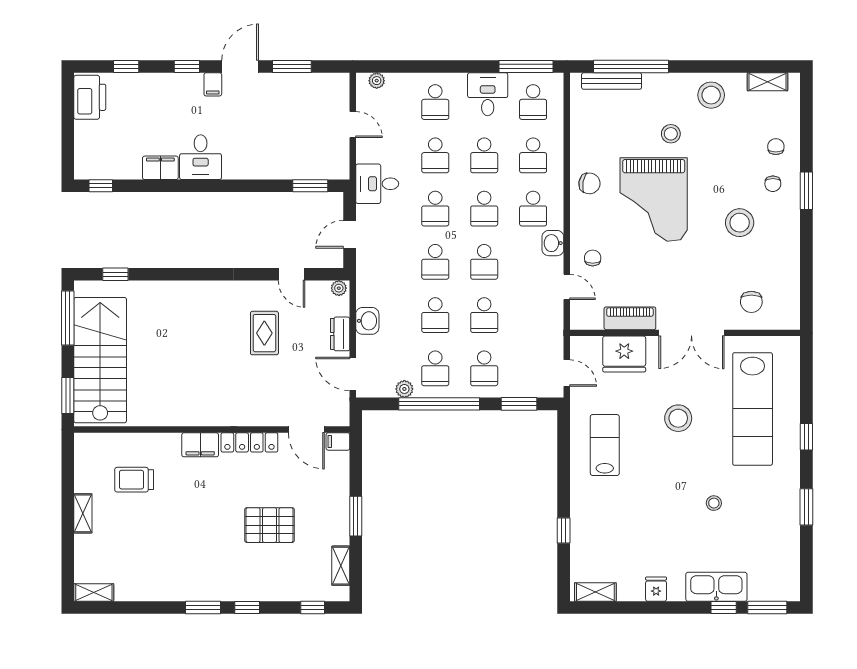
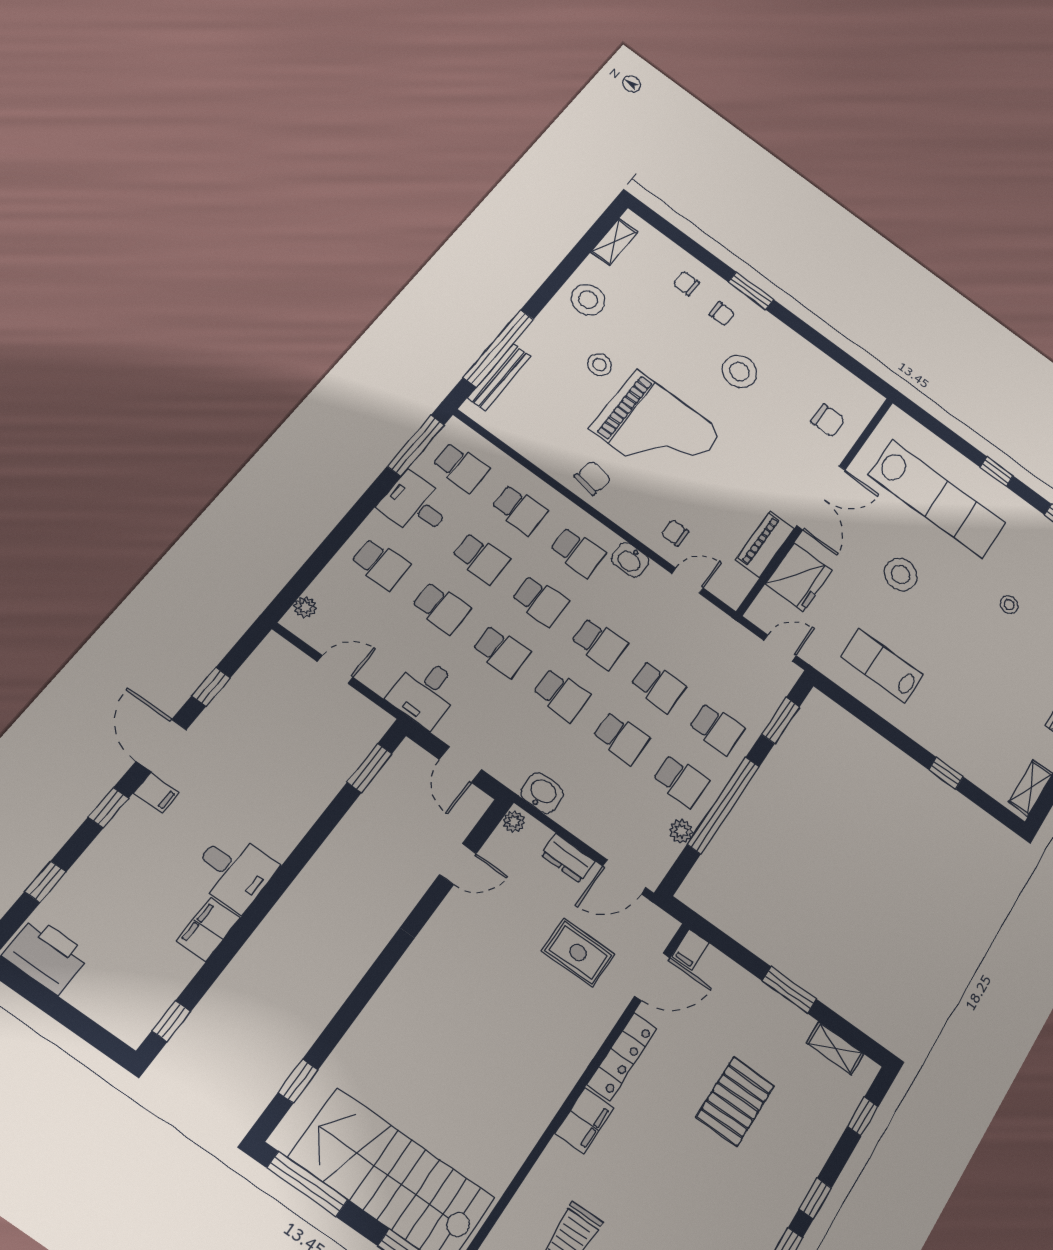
window: (292, 66) -> (211, 687), width x0.67
washbasin: (367, 321) -> (542, 793), moved
rug: (264, 333) -> (578, 952), moved

